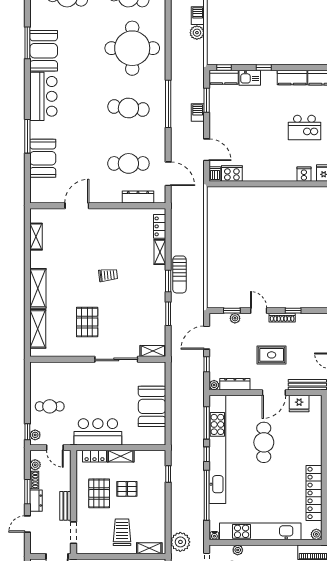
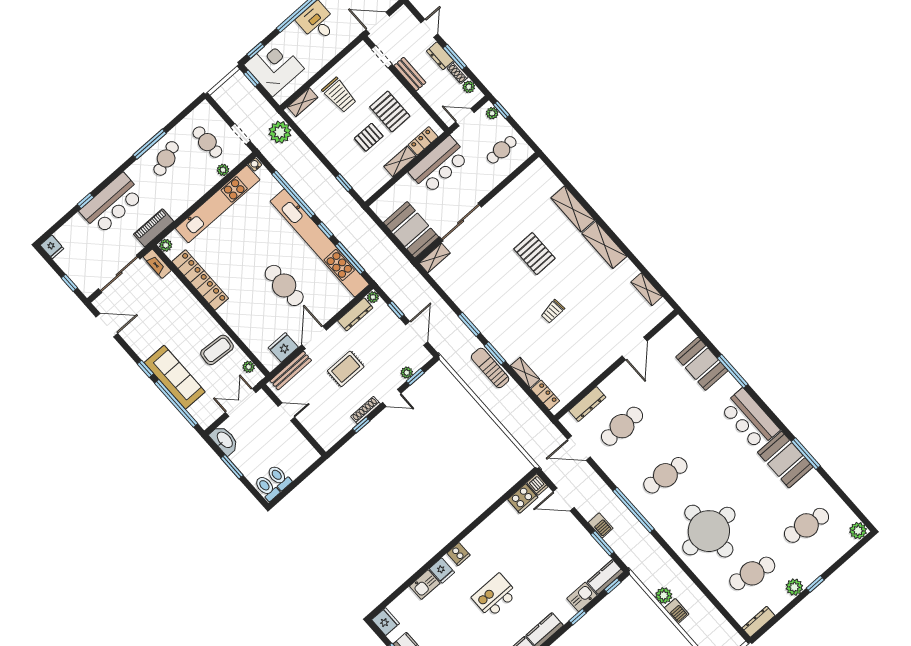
shelving: (153, 351) -> (435, 258), moved
wall: (98, 359) -> (477, 208), moved
sliding door: (116, 359) -> (461, 222), moved

